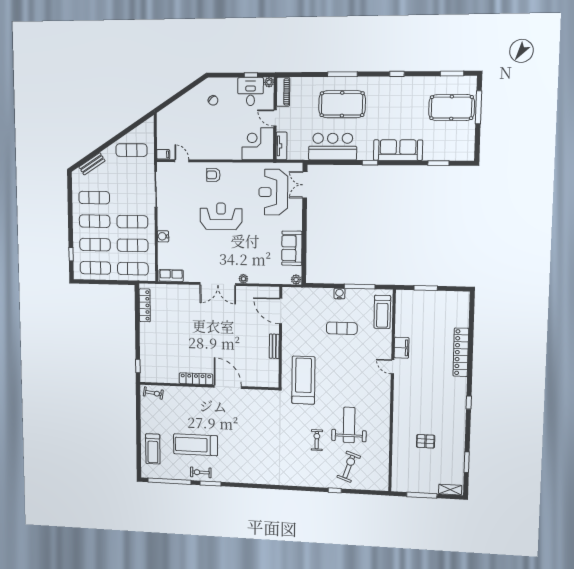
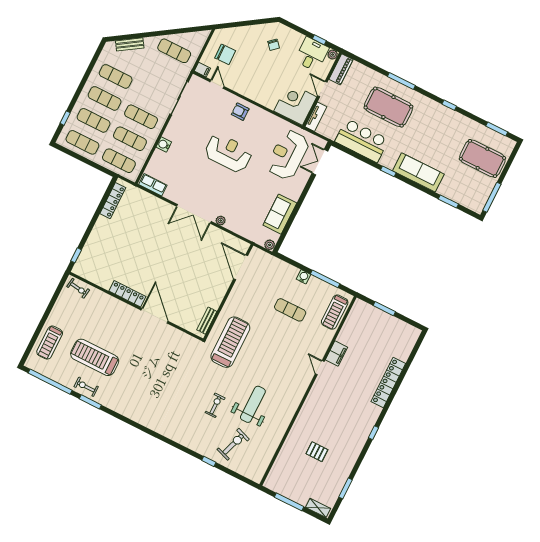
window: (479, 107) -> (492, 197), moved
chair: (176, 131) -> (225, 54), added
bench: (274, 346) -> (207, 321), moved

